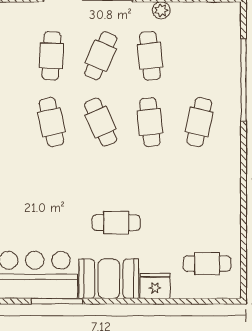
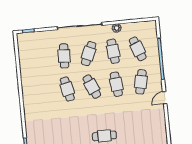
cafe table: (199, 56) -> (138, 49), added
door: (244, 158) -> (165, 98), added

